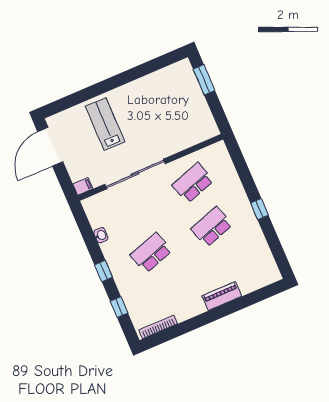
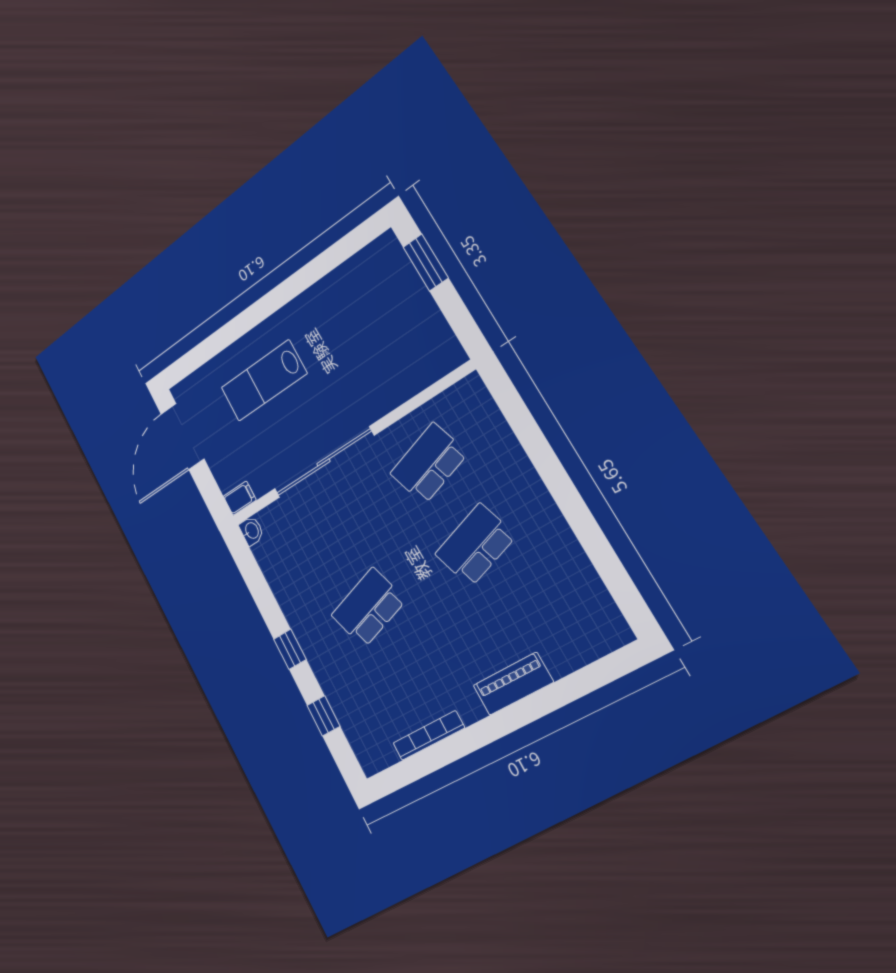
lab bench: (105, 124) -> (264, 381), turned -90
window: (259, 209) -> (567, 498), removed
washbasin: (101, 235) -> (251, 531), moved
bookcase: (158, 327) -> (429, 736), moved

